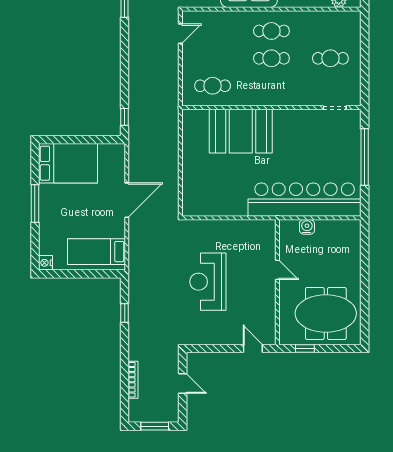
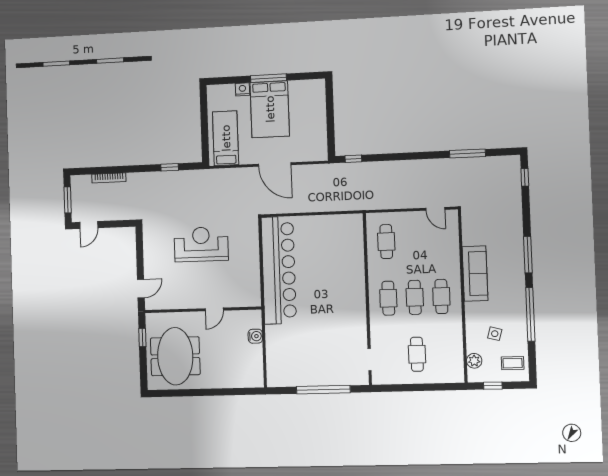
cafe table: (271, 86) -> (388, 298), added
booth: (241, 131) -> (344, 270), removed
bed: (68, 163) -> (270, 109), moved
bar counter: (305, 200) -> (279, 270), moved
nightstand: (45, 263) -> (242, 89), moved
door: (183, 384) -> (89, 225), moved

